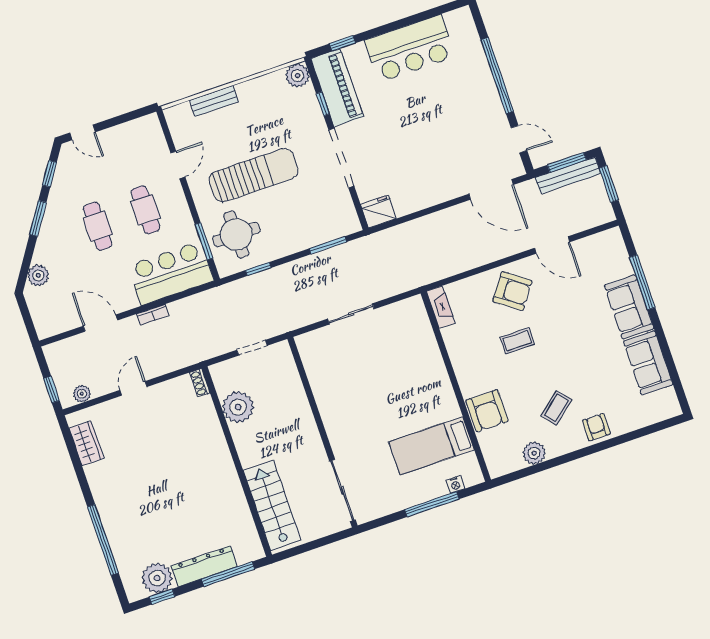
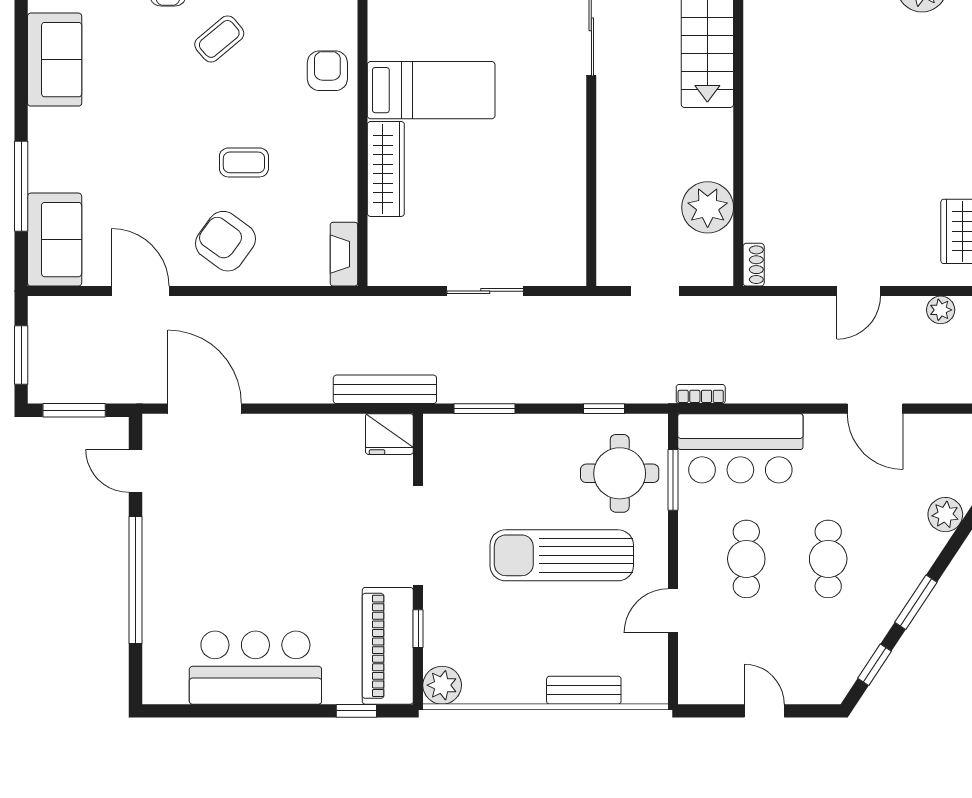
door: (83, 132) -> (764, 711), moved
bench: (568, 176) -> (385, 389), moved
sofa: (629, 307) -> (55, 240), moved
bookcase: (153, 315) -> (701, 394), moved
wardrobe: (433, 365) -> (386, 169), added
armchair: (487, 411) -> (327, 71), width x0.72, depth x0.72
bed: (431, 446) -> (431, 90), moved

